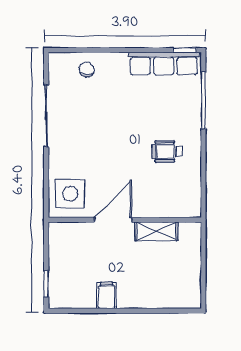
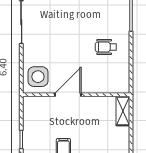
shelving: (156, 231) -> (123, 111), moved, turned 90

